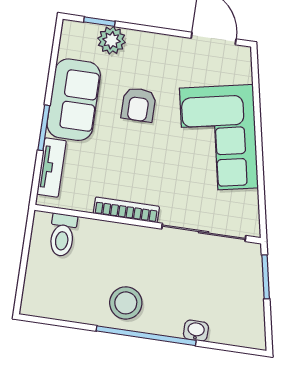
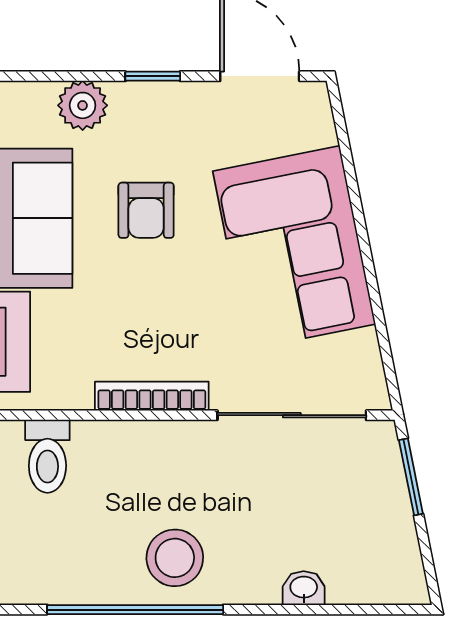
window: (99, 22) -> (153, 76), moved
window: (146, 336) -> (135, 610), moved

